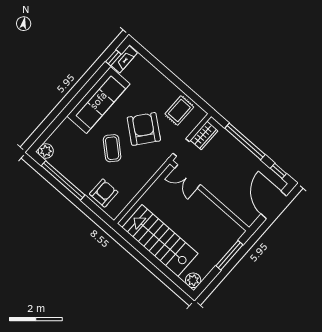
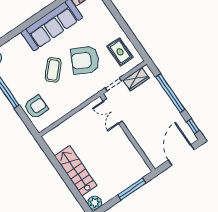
rug: (179, 111) -> (120, 52), turned 90
armchair: (144, 129) -> (85, 60), turned -102
stairs: (160, 240) -> (76, 171), width x0.73, depth x0.66

